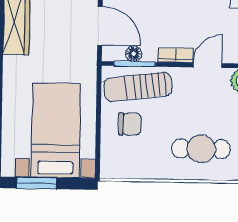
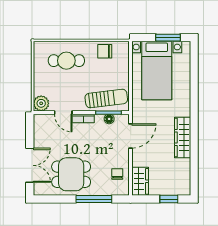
door: (100, 26) -> (131, 136), swing flipped
door: (208, 65) -> (63, 113), hinge flipped
chair: (130, 124) -> (105, 51), moved

